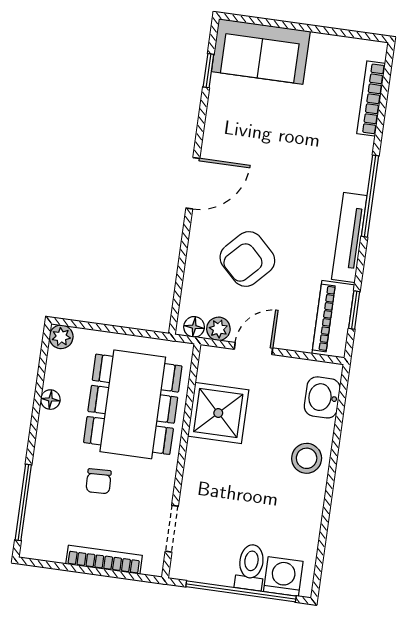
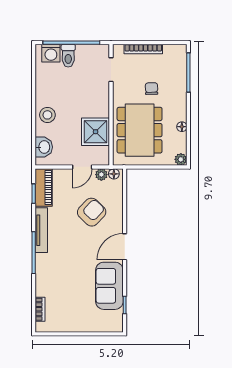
sofa: (261, 51) -> (109, 286), moved, turned -90
bookcase: (371, 98) -> (40, 309), width x0.64

